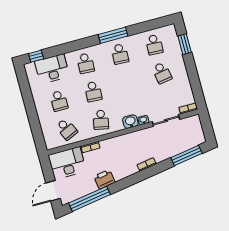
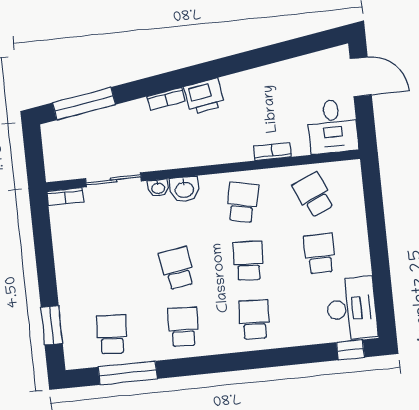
window: (113, 35) -> (128, 373), moved
desk: (52, 69) -> (351, 308), moved, turned -90
school desk: (162, 73) -> (177, 268), moved
desk: (67, 163) -> (332, 126), width x0.73
printer: (104, 179) -> (204, 96), moved
door: (53, 191) -> (361, 77), hinge flipped
window: (90, 199) -> (291, 49), removed

